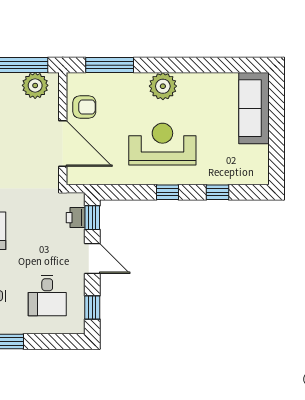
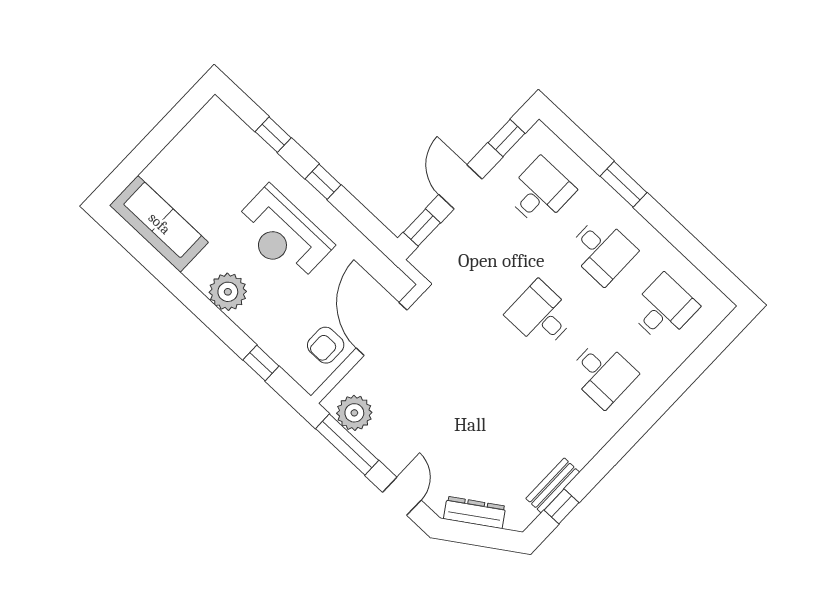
window: (110, 65) -> (261, 363), width x0.46
armchair: (84, 107) -> (326, 345), turned -90
sofa: (254, 108) -> (159, 224), moved, turned -90
printer: (76, 218) -> (438, 243), removed

